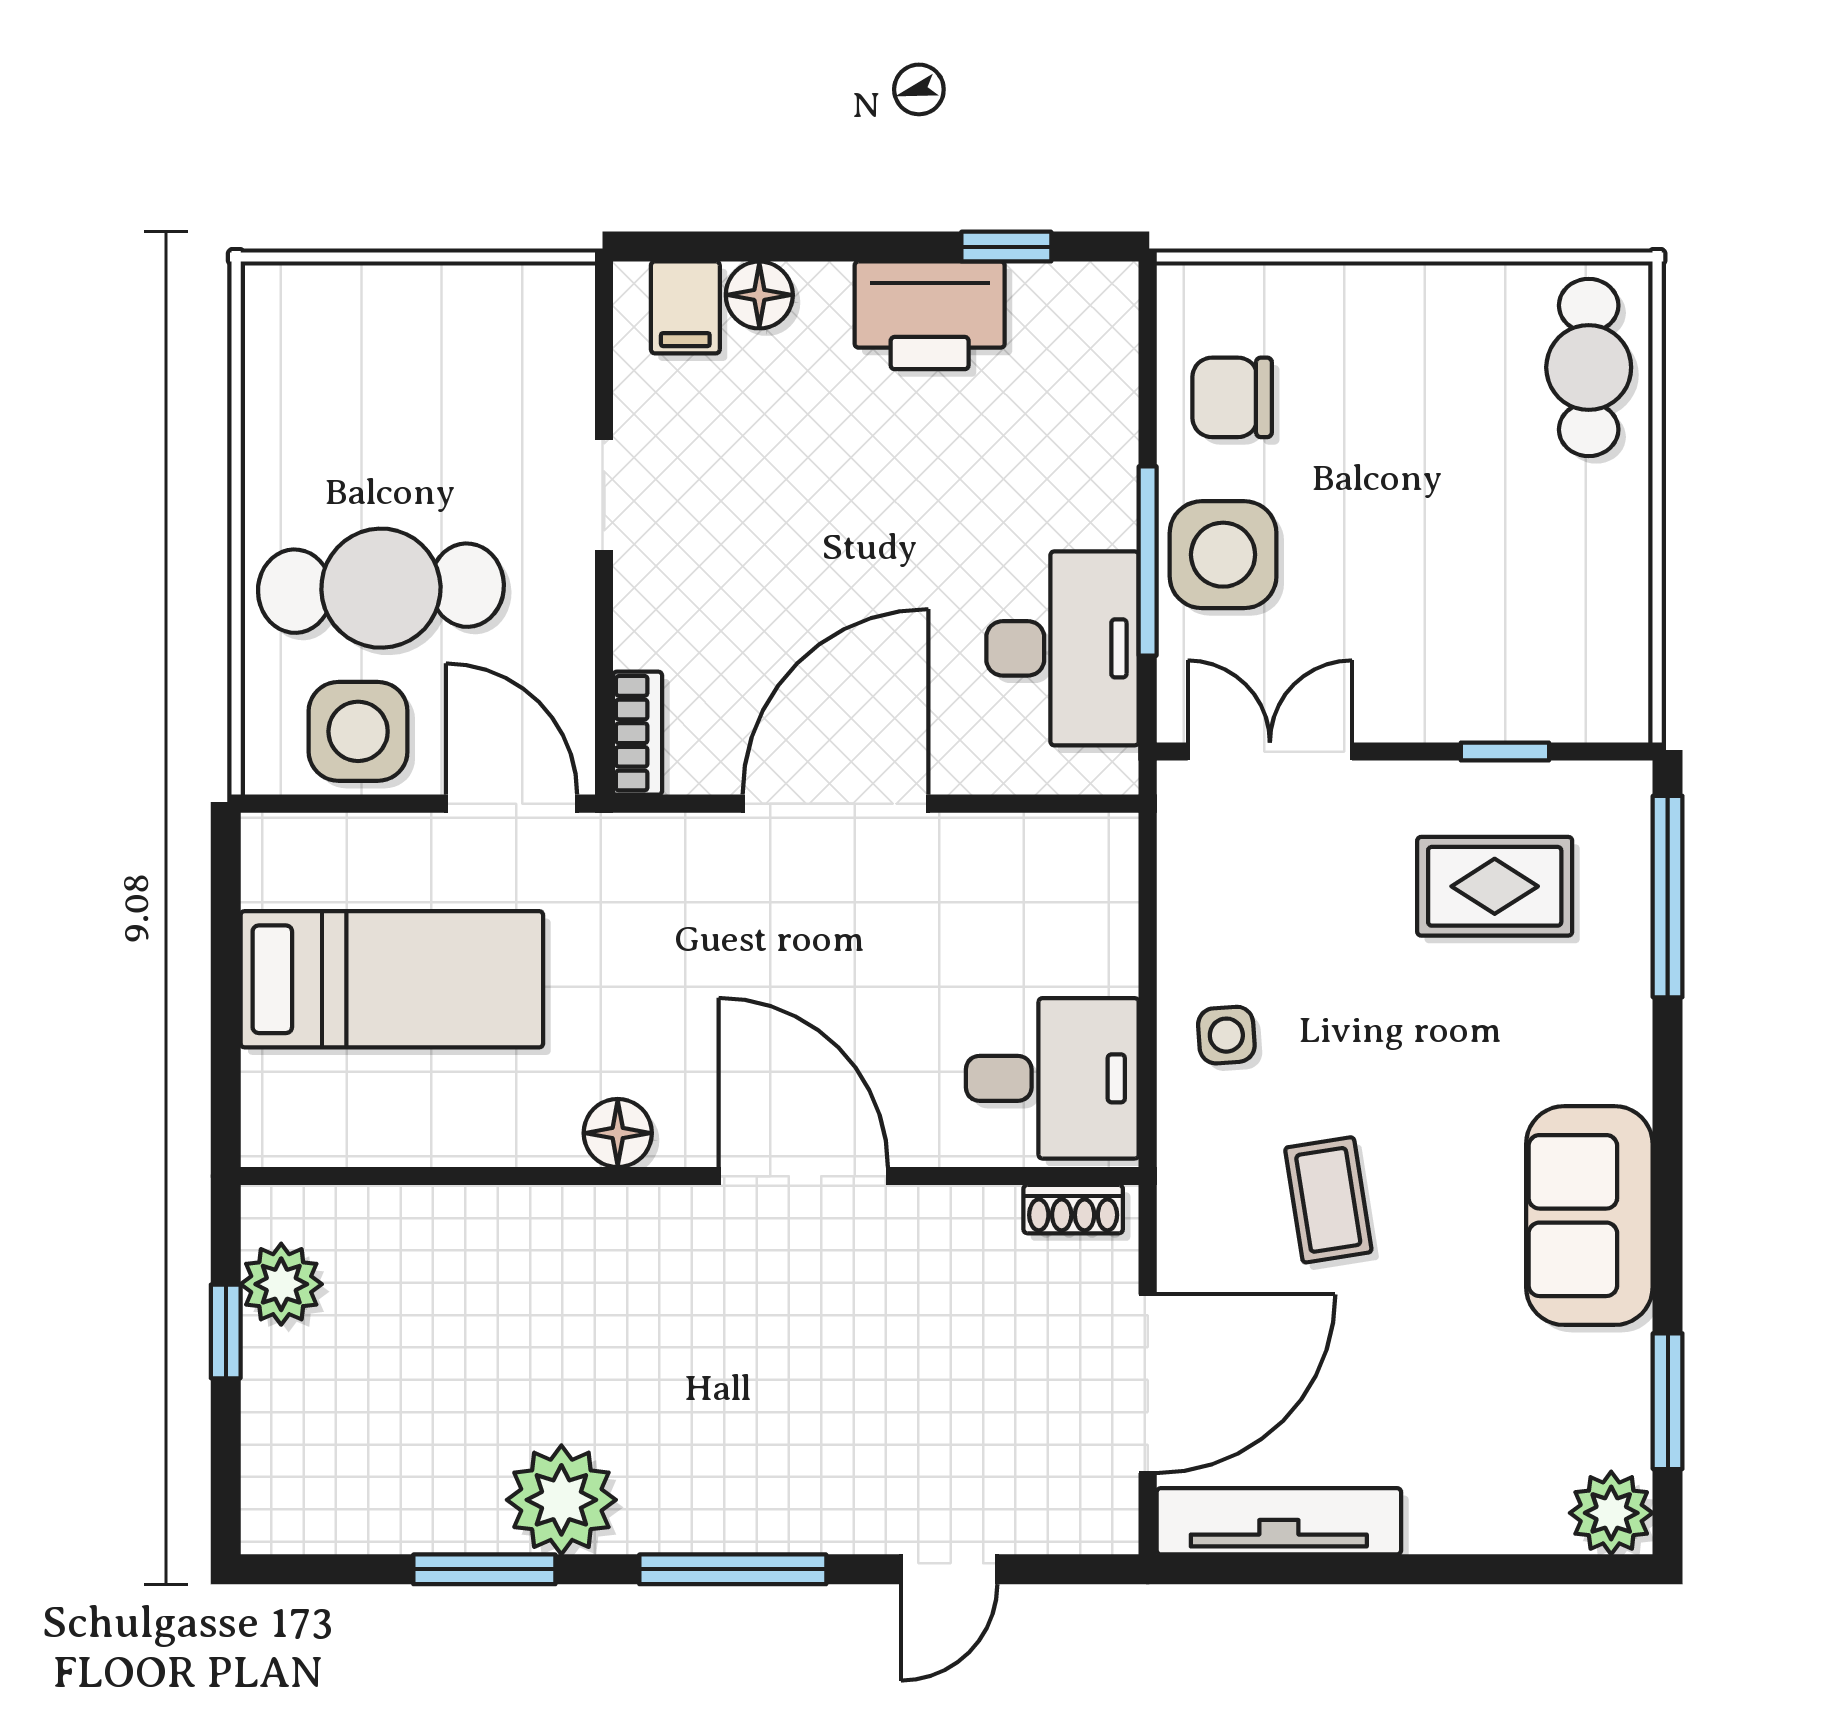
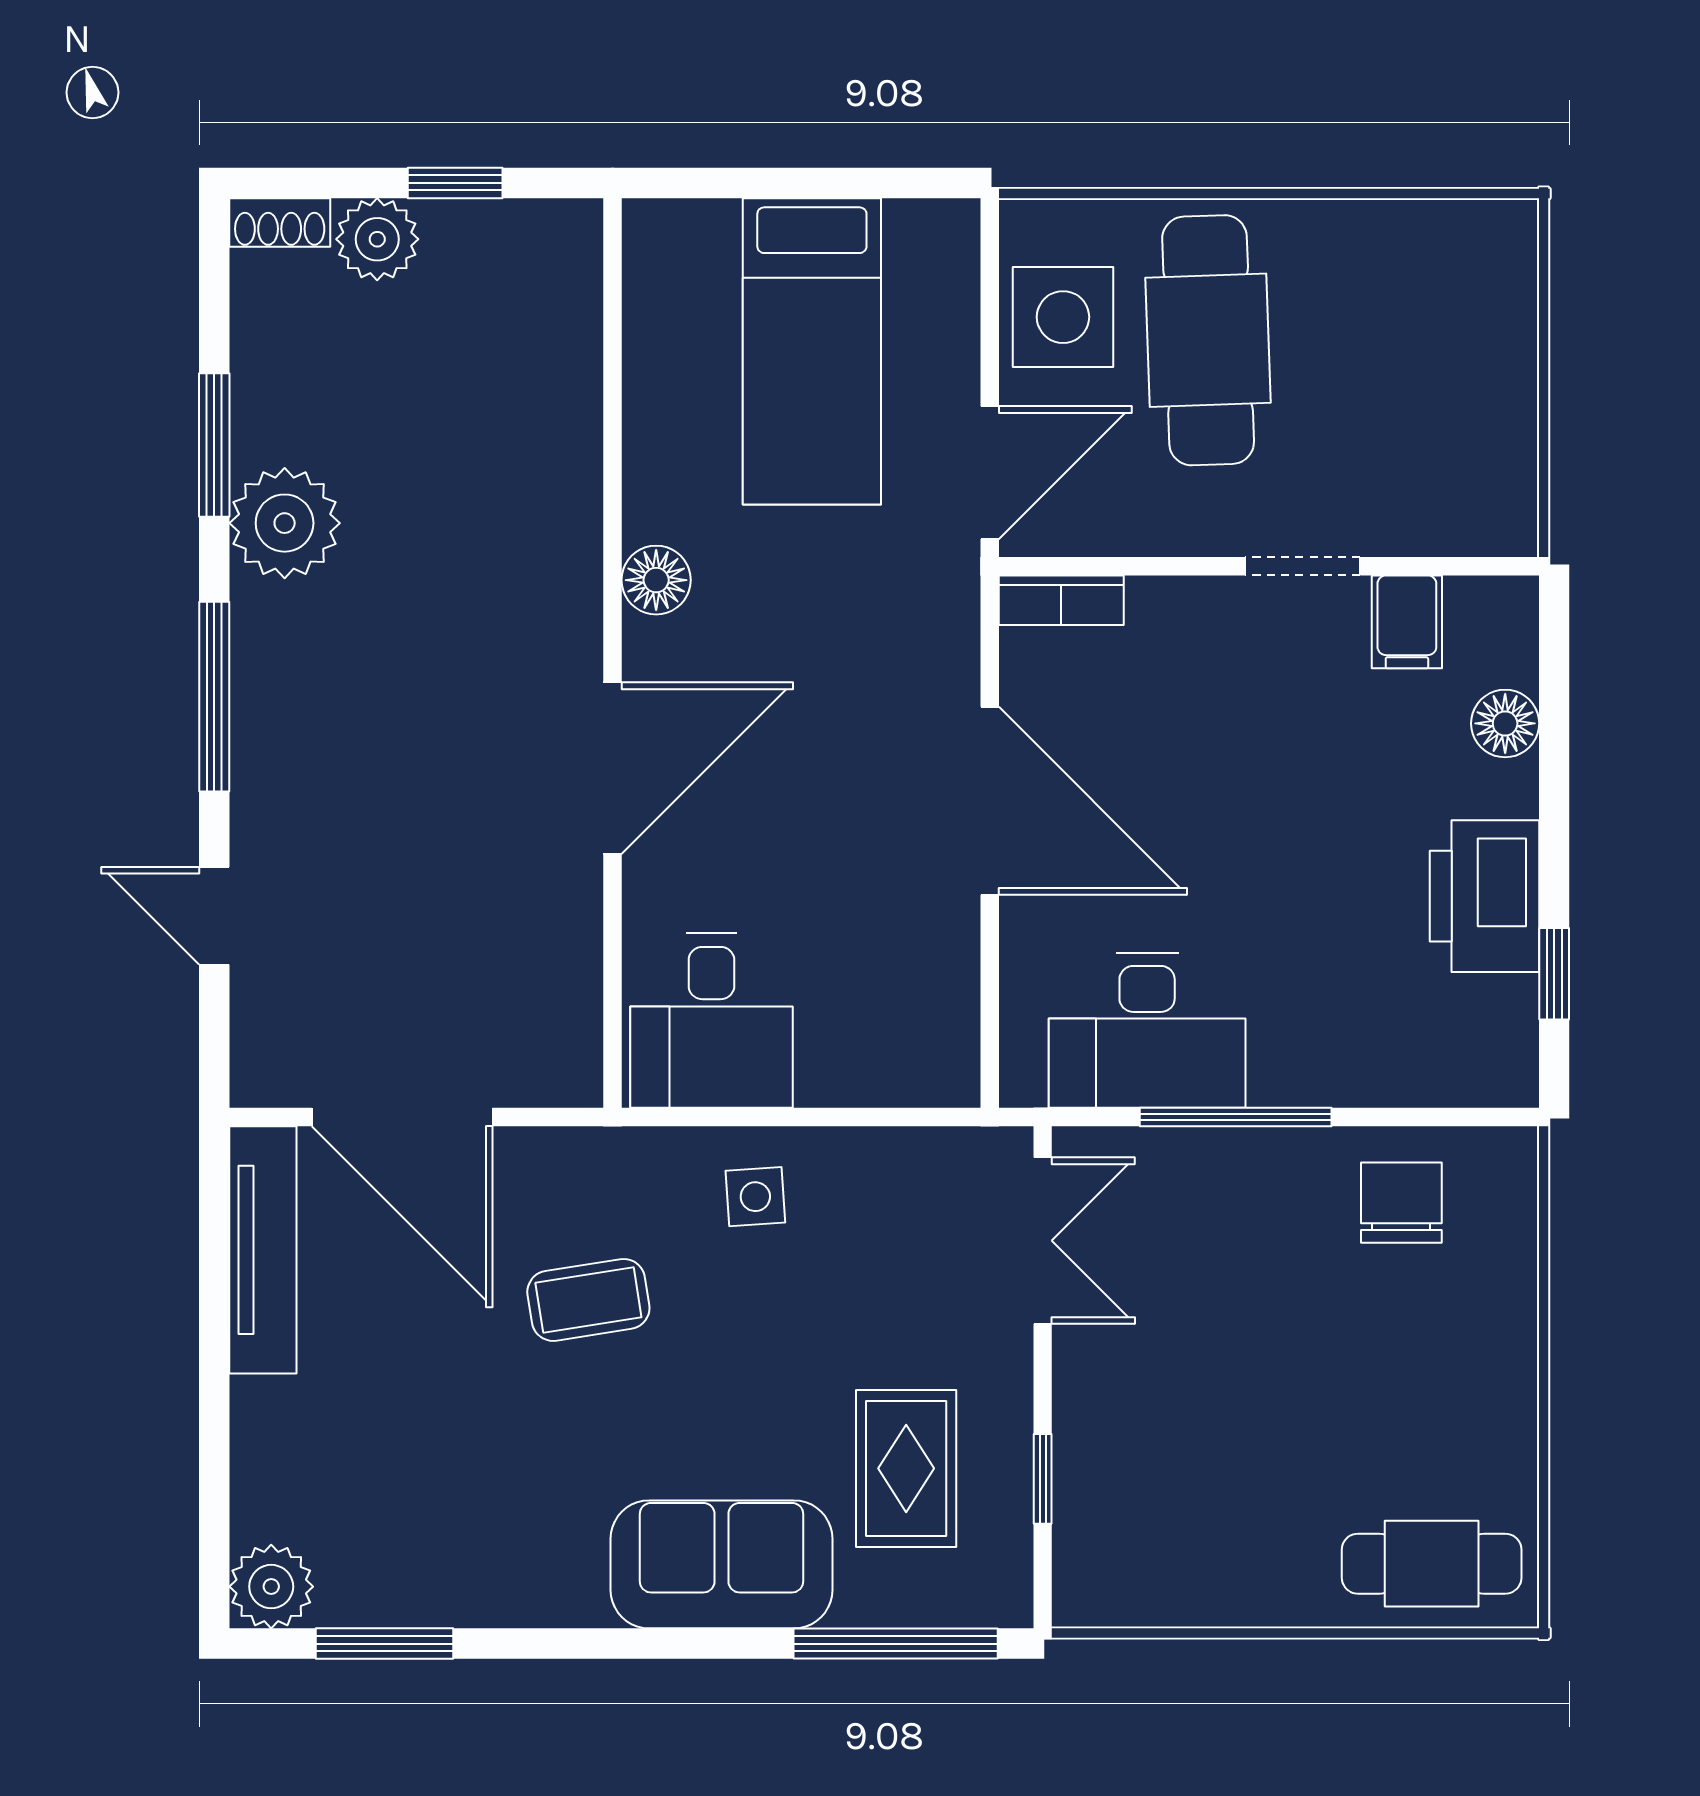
filing cabinet: (685, 307) -> (1407, 622), moved, turned -90
side table: (1223, 555) -> (1242, 1193), removed
shoe rack: (1073, 1209) -> (280, 222), moved, turned -90
sofa: (1589, 1216) -> (721, 1564), moved
plant: (281, 1284) -> (377, 239), moved

